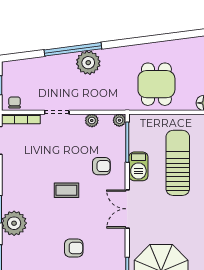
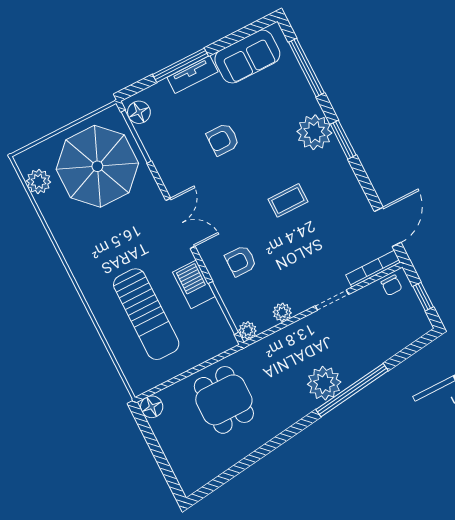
coffee table: (66, 190) -> (288, 200), moved

